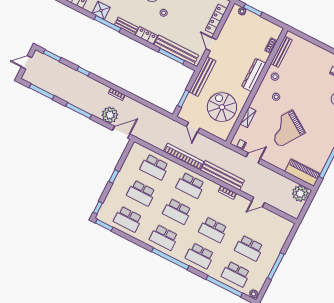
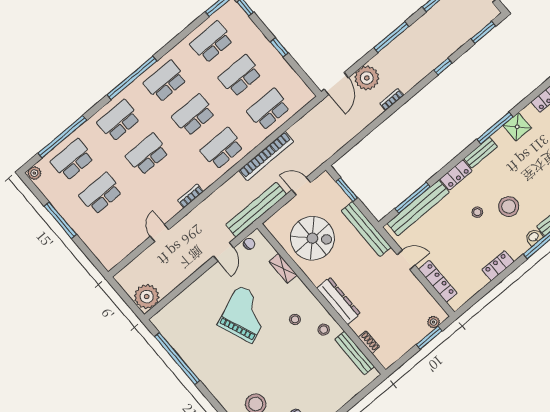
grand piano: (286, 129) -> (245, 314), turned 34
piano: (303, 173) -> (174, 312), removed
bench: (222, 175) -> (256, 210), moved

